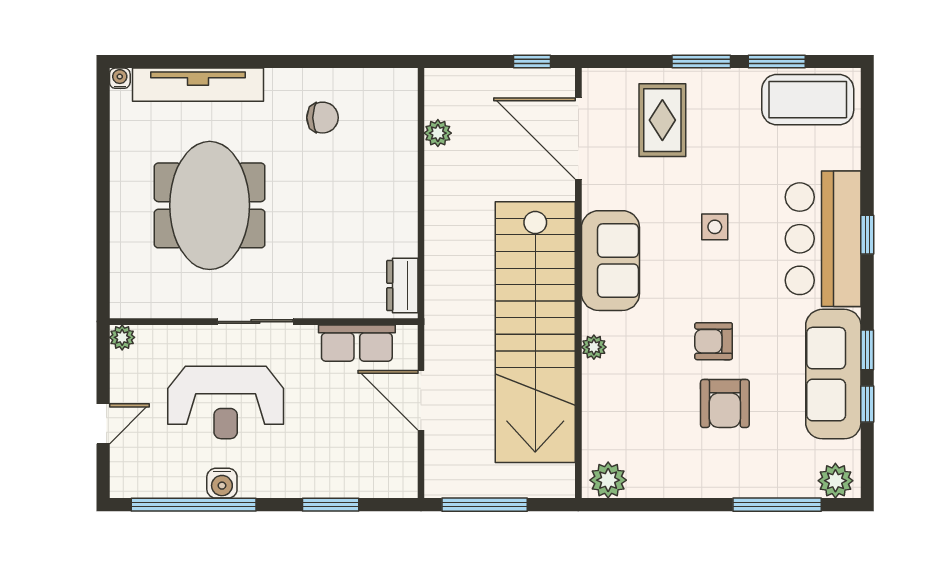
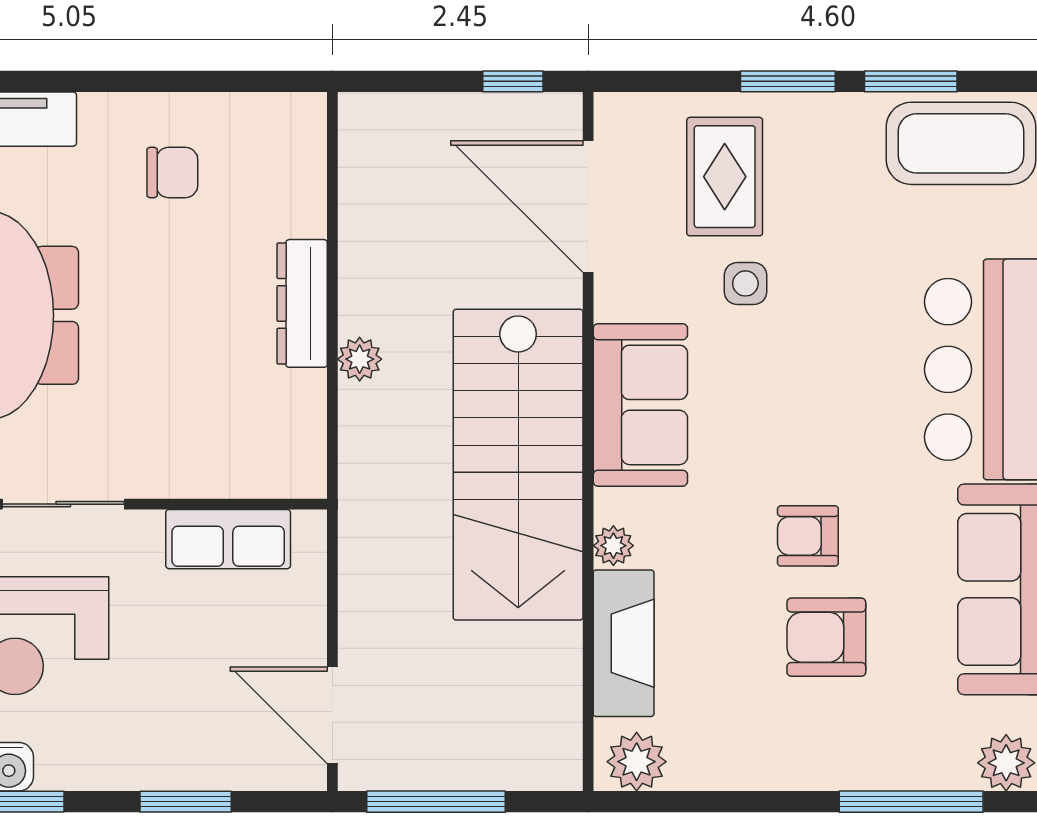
plant: (438, 133) -> (360, 359), moved
side table: (715, 227) -> (745, 283), moved
dresser: (402, 286) -> (302, 303), moved, width x1.44
stairs: (535, 332) -> (518, 465), width x0.73
door: (421, 400) -> (332, 715), moved
armchair: (725, 403) -> (826, 637), turned 90
fireplace: (600, 407) -> (624, 643), added

